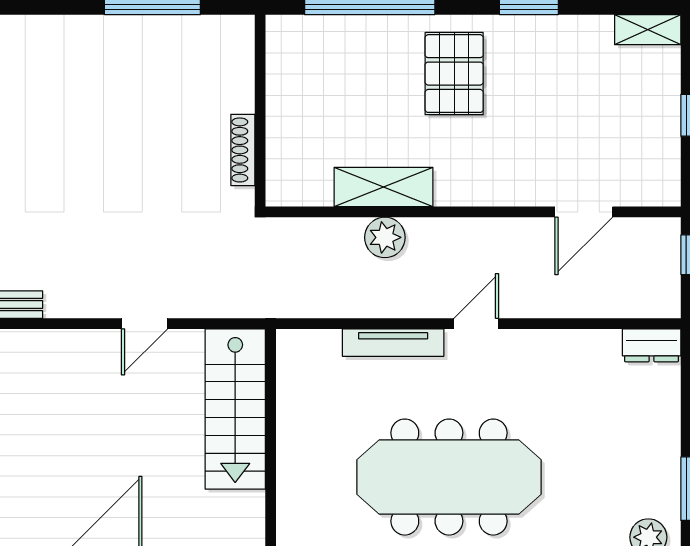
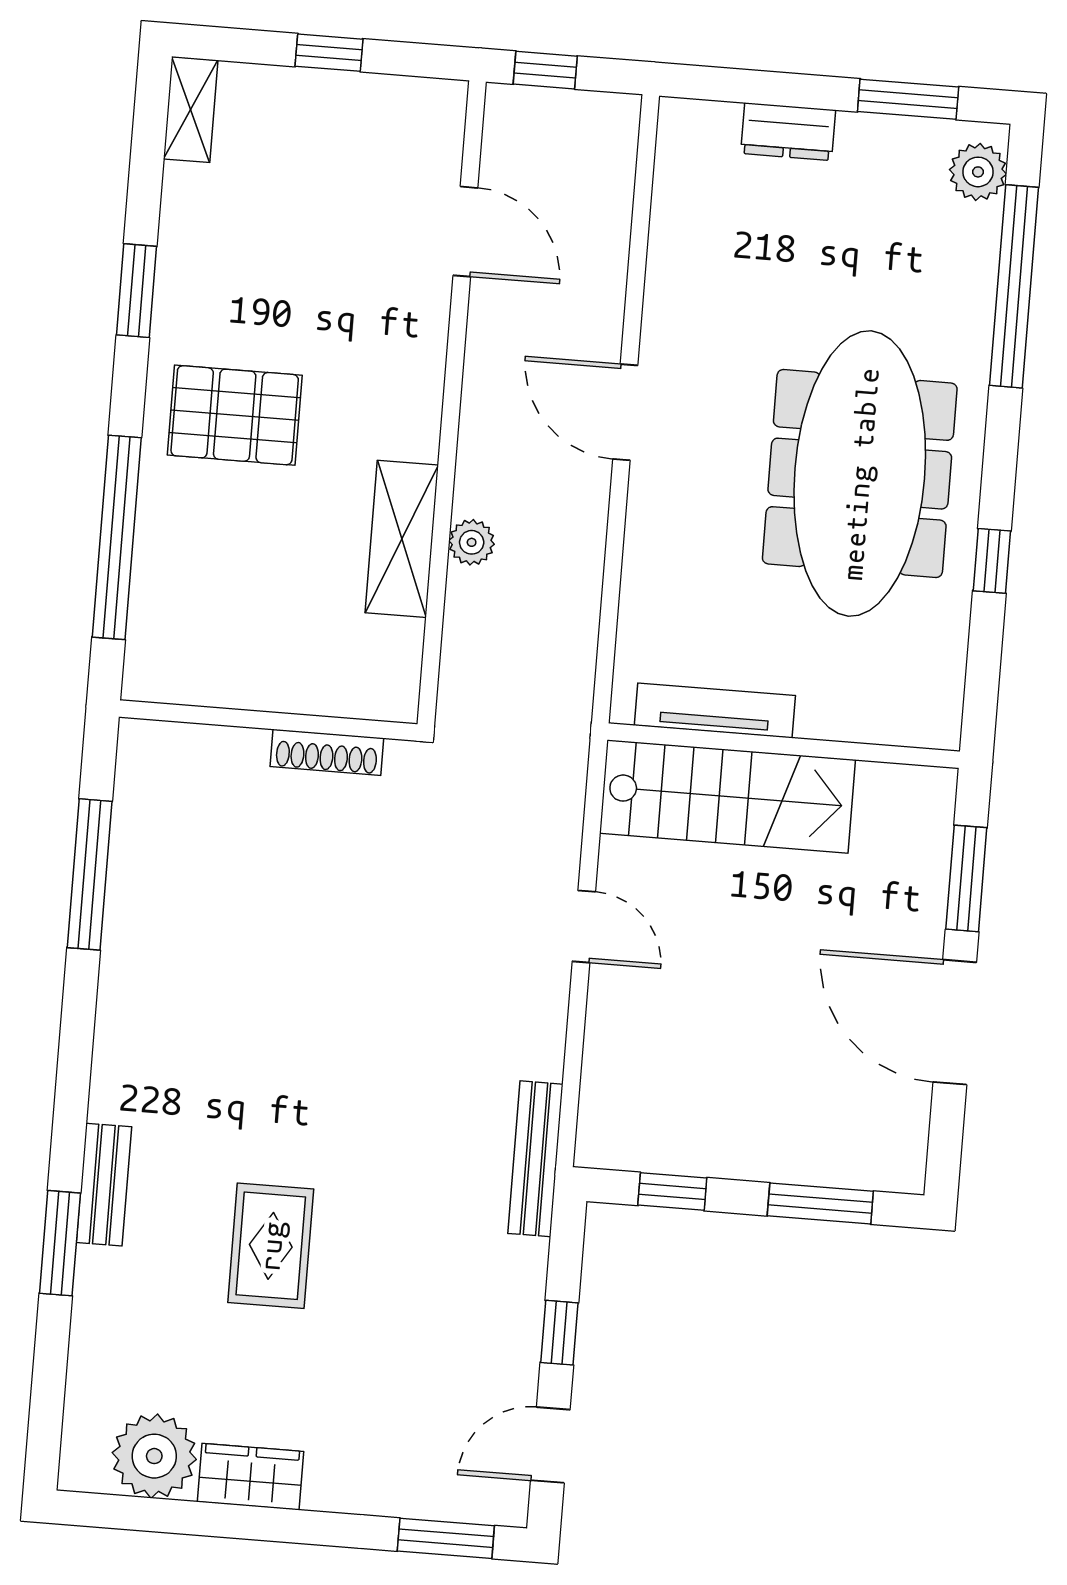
plant: (385, 237) -> (472, 542), width x0.73, depth x0.73
door: (476, 324) -> (625, 412), width x1.38
tv unit: (393, 343) -> (715, 710), moved, turned -90
dresser: (652, 345) -> (788, 132), moved, turned 90

